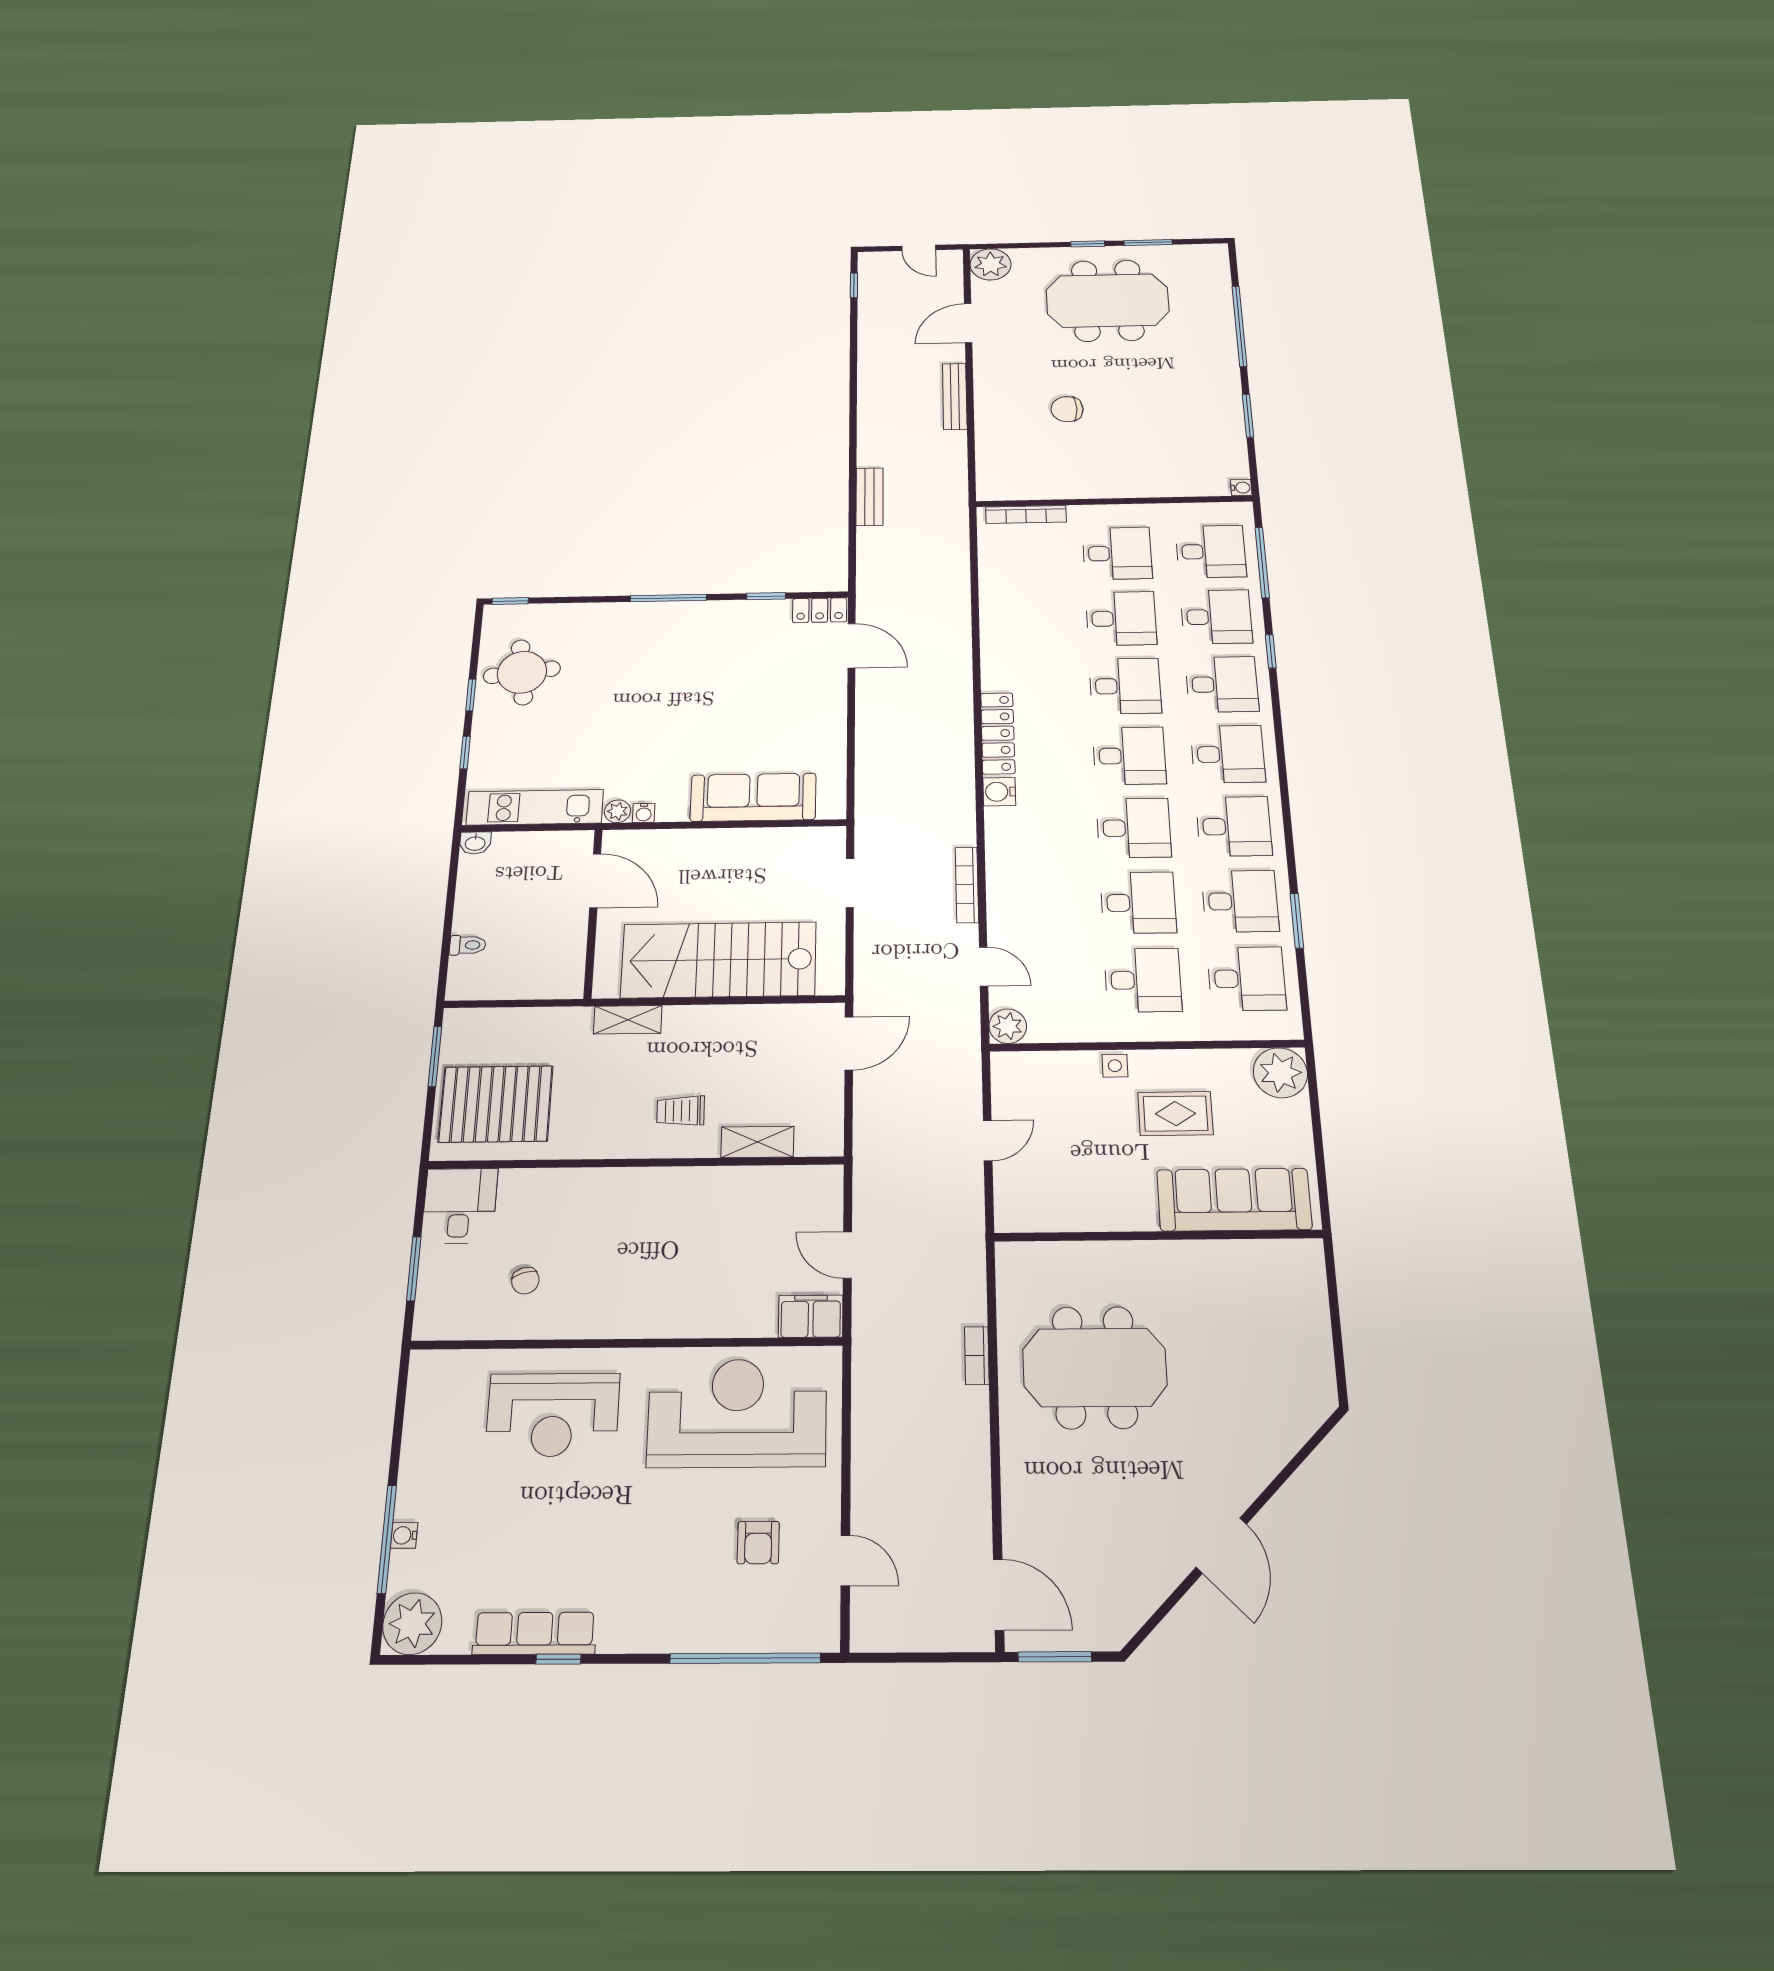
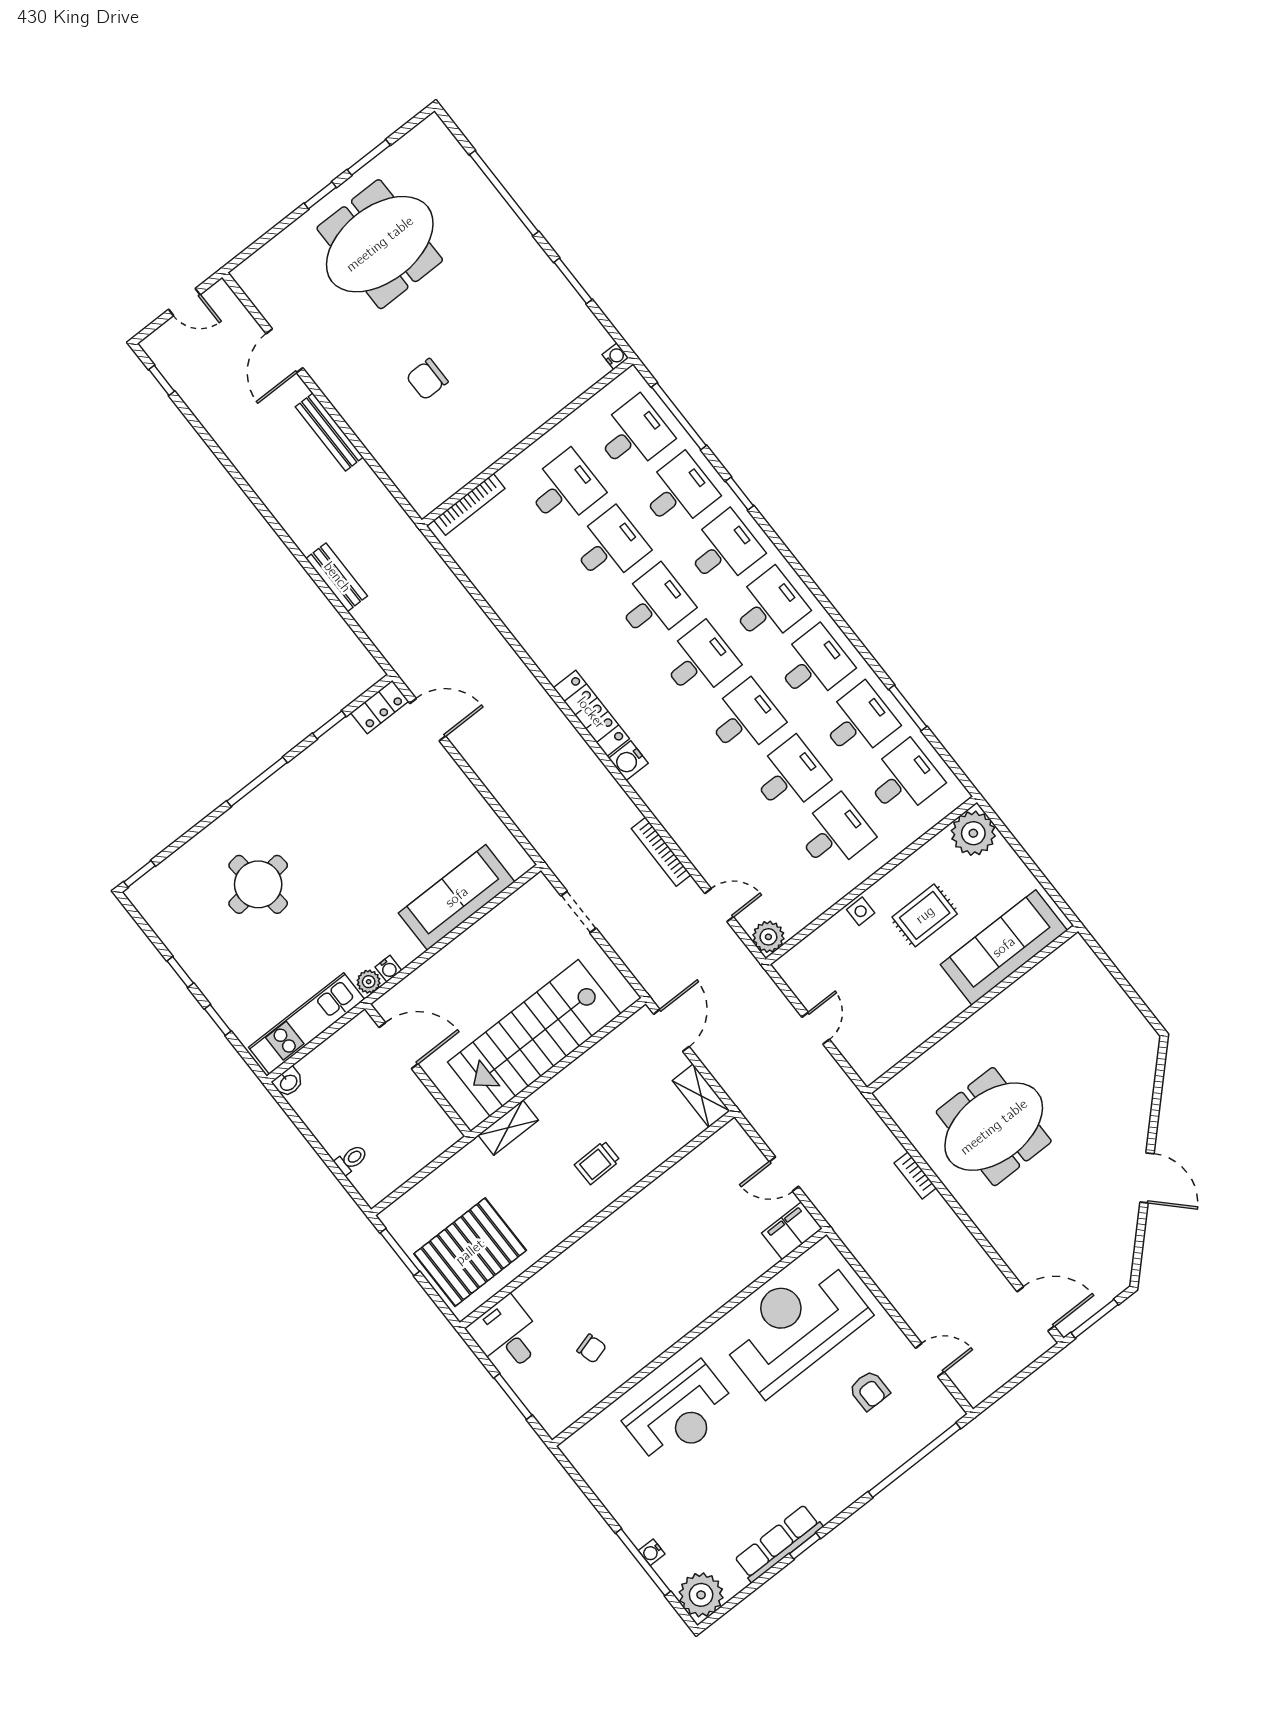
plant: (991, 264) -> (257, 276), removed
round table: (522, 672) -> (258, 884), moved
shelving: (757, 1142) -> (701, 1096), moved, turned 90

